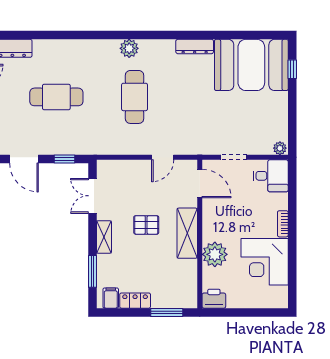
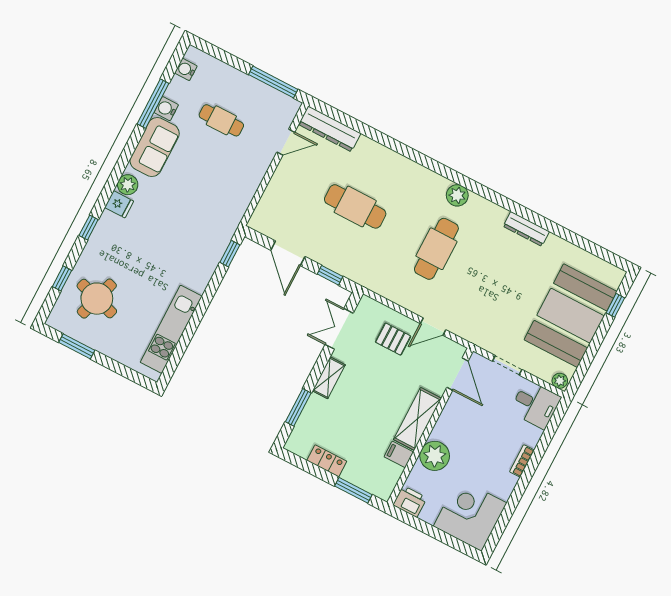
booth: (251, 65) -> (571, 316), moved, turned 90
pallet: (146, 225) -> (393, 339), moved
corner desk: (265, 262) -> (470, 515), moved, turned 90
filing cabinet: (111, 298) -> (399, 454), moved, turned -90

